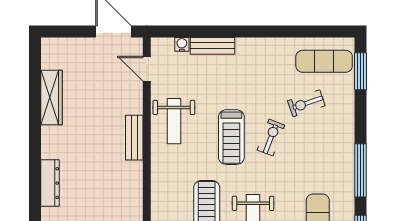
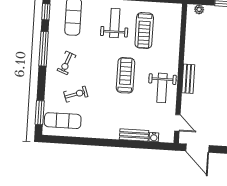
weight bench: (174, 121) -> (162, 88), turned 180
exercise bike: (271, 138) -> (67, 63), moved

